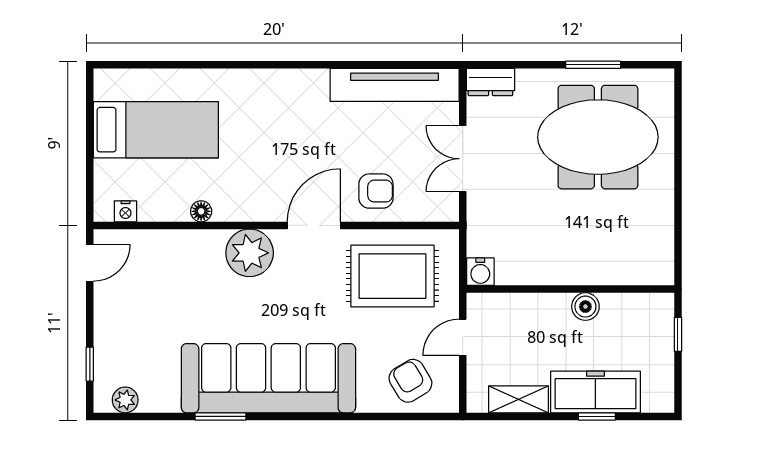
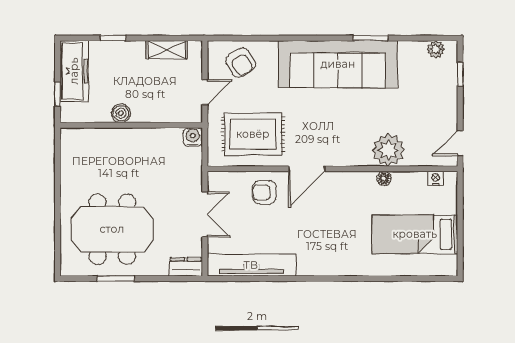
plant: (250, 253) -> (388, 150), moved
freezer: (595, 392) -> (74, 71), moved, turned -90

